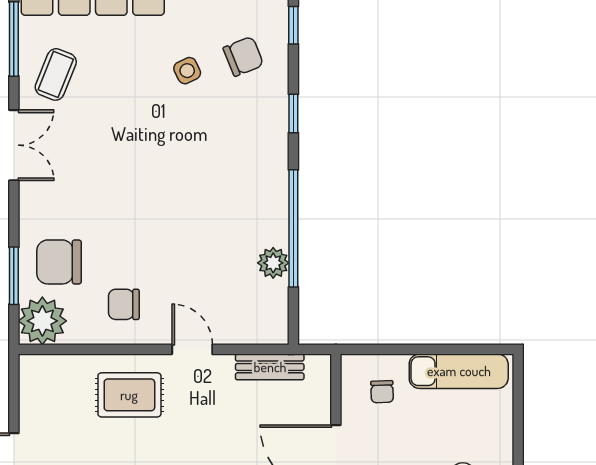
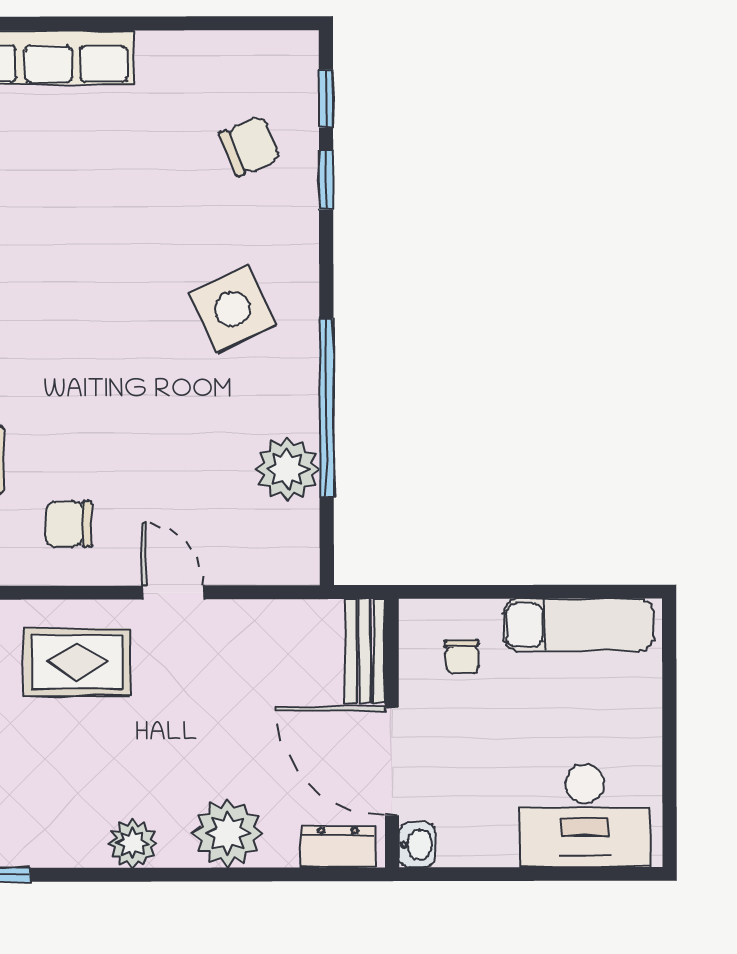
side table: (187, 71) -> (233, 309), moved, width x1.87, depth x1.87
window: (293, 113) -> (326, 180), moved
plant: (273, 263) -> (287, 469), width x1.36, depth x1.36
bench: (270, 367) -> (365, 651), moved, turned 90

